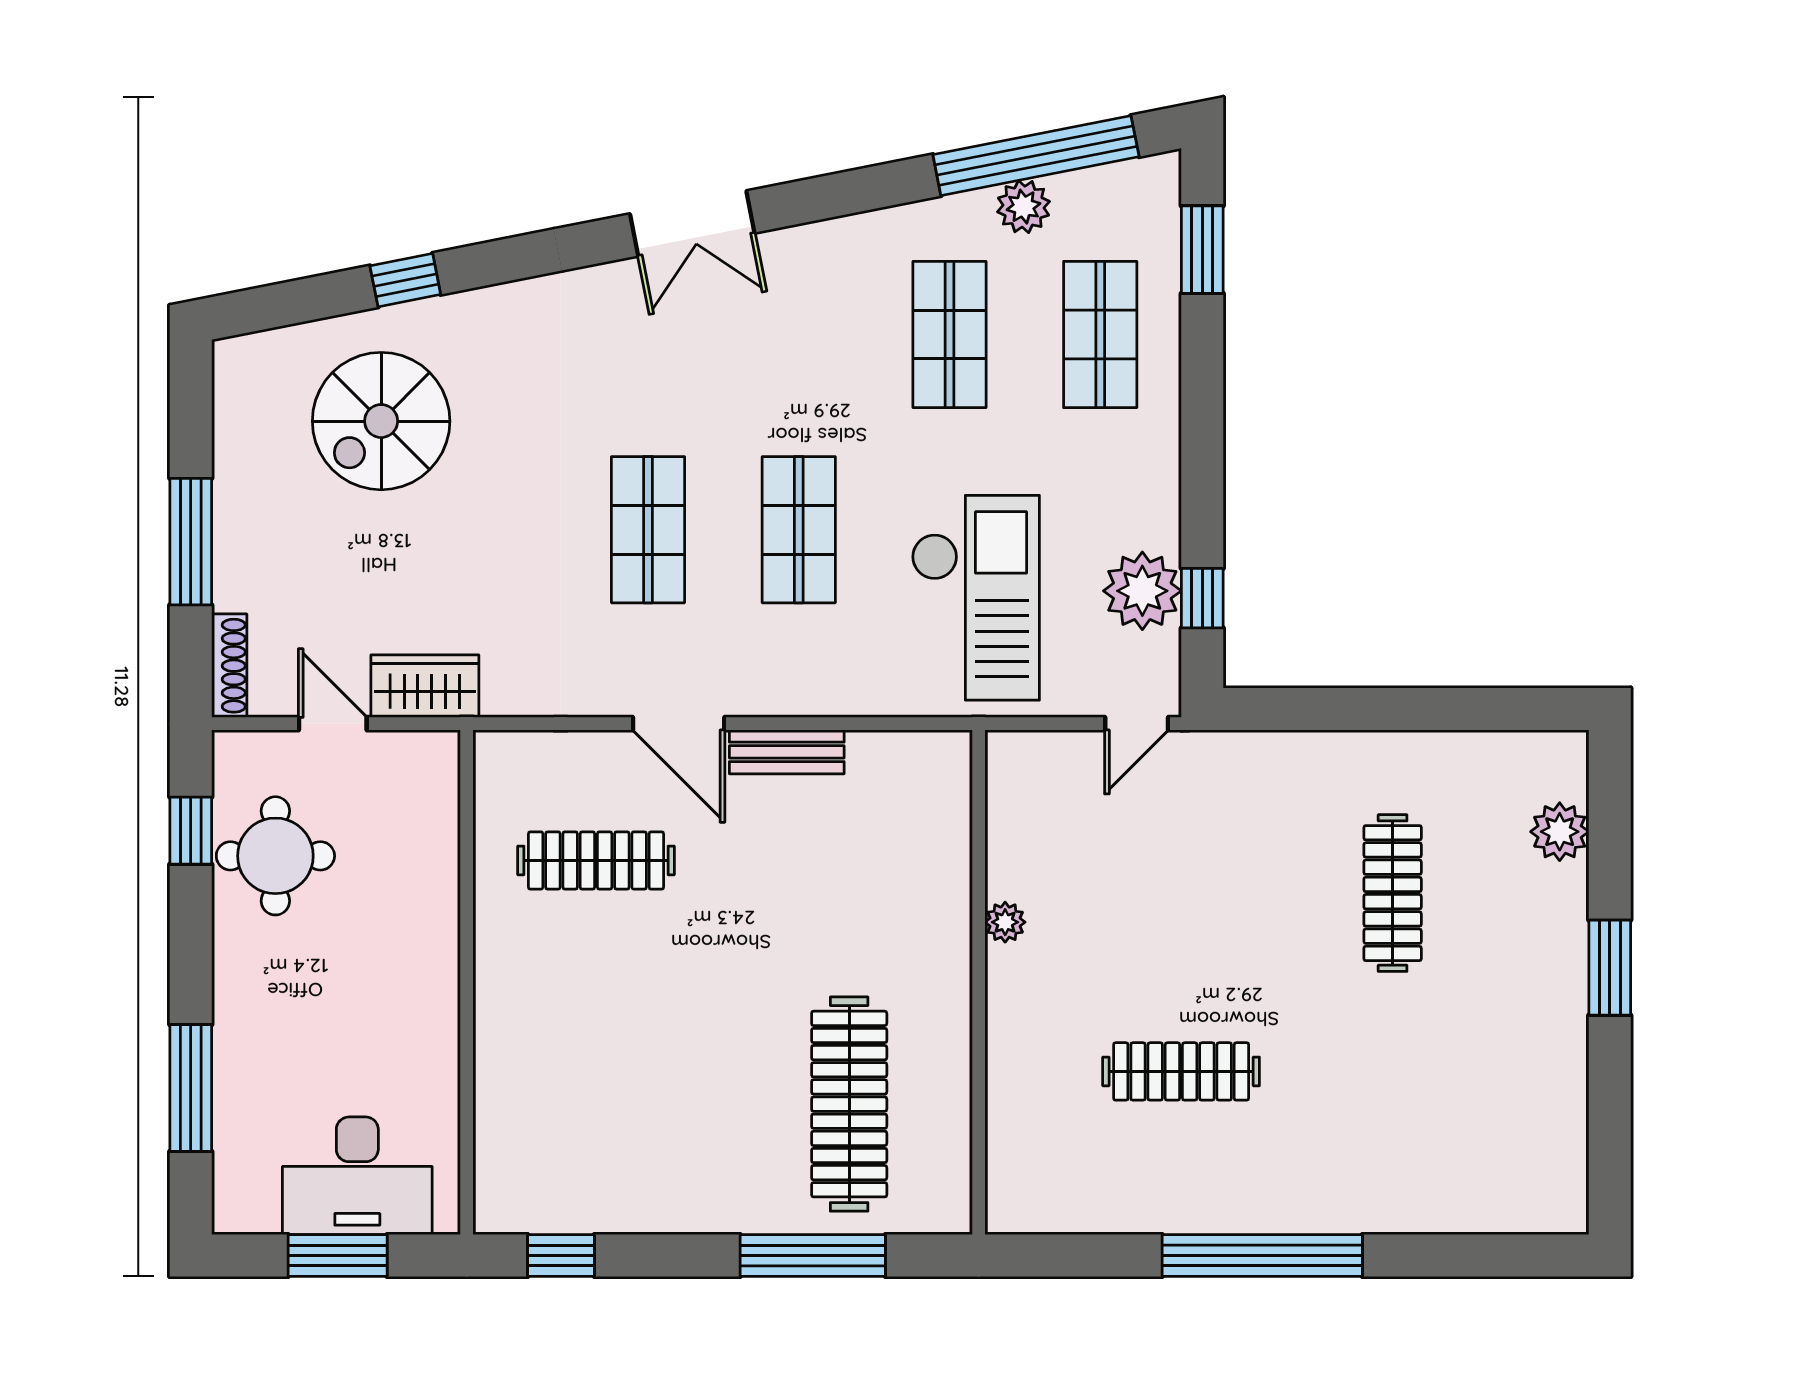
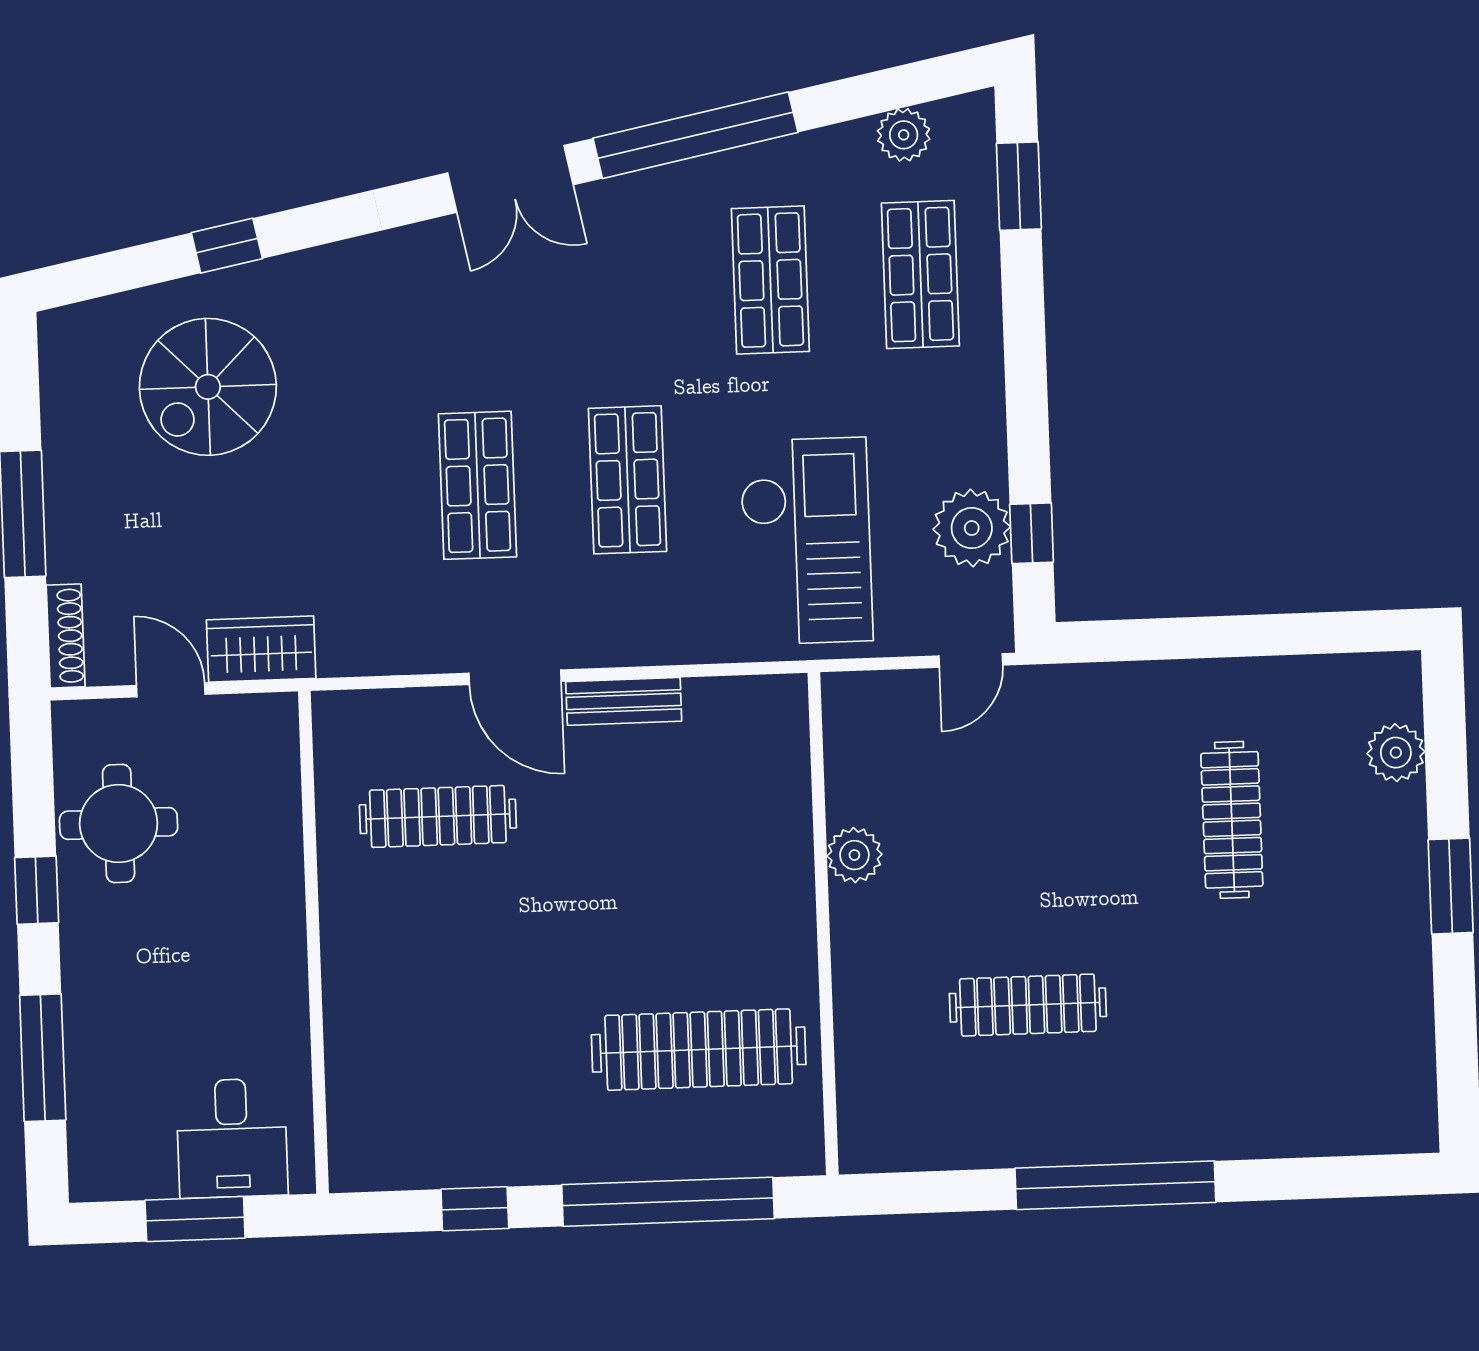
window: (1036, 156) -> (695, 135), moved
plant: (1023, 207) -> (904, 135), moved
window: (191, 831) -> (37, 890), moved
plant: (1005, 922) -> (854, 855), width x1.38, depth x1.38
clothes rail: (849, 1104) -> (699, 1050), turned 90
desk: (357, 1176) -> (232, 1138), width x0.73
window: (561, 1256) -> (475, 1209), moved
window: (813, 1256) -> (668, 1202), width x1.46

